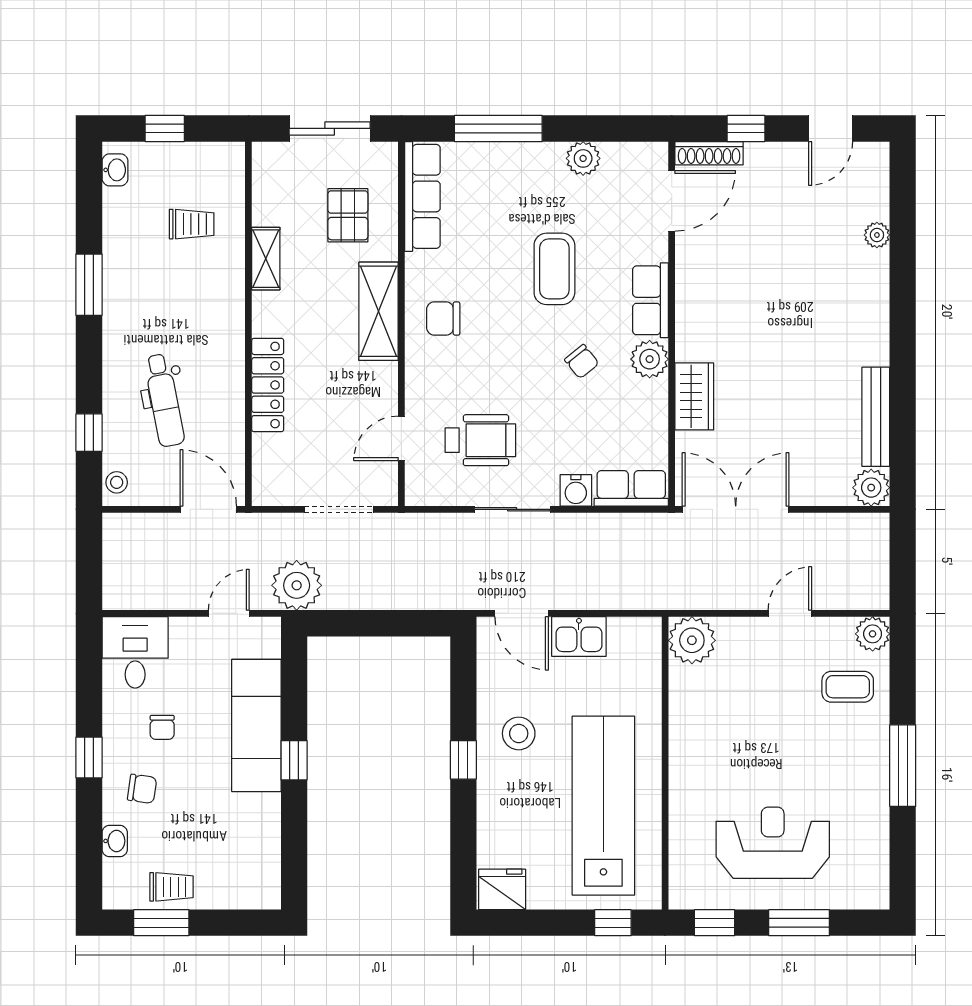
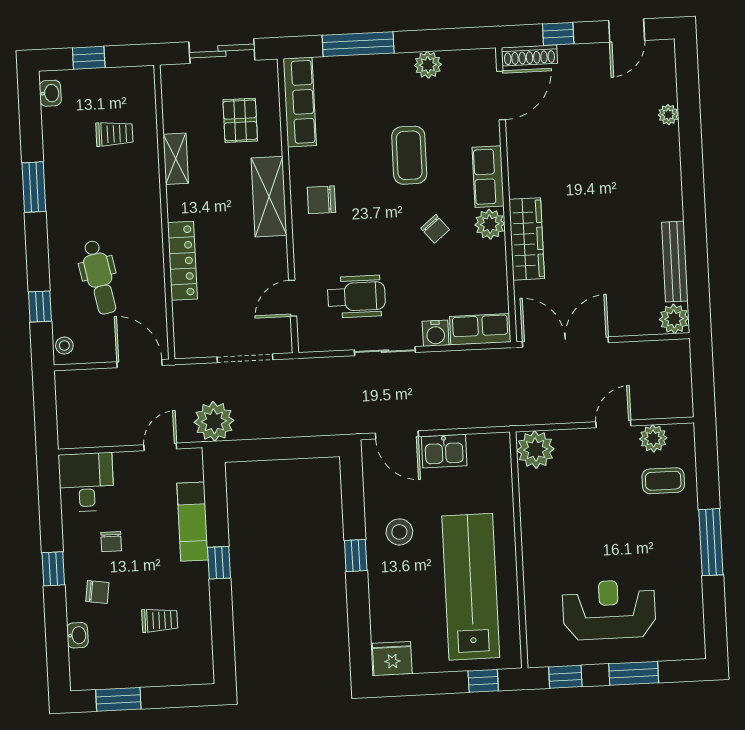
wardrobe: (694, 396) -> (527, 239), width x1.50
plant: (873, 634) -> (653, 438), moved
exam couch: (256, 725) -> (193, 522), width x0.73, depth x0.69
trolley: (171, 887) -> (160, 620), moved

